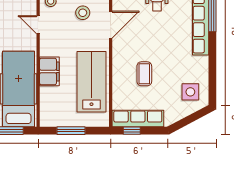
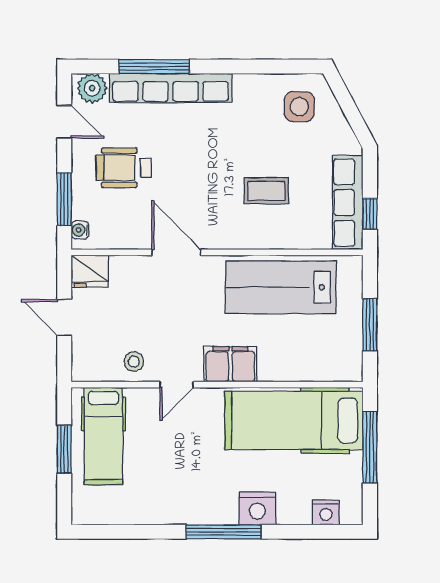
stool: (83, 13) -> (155, 303), removed
filing cabinet: (49, 71) -> (230, 364), moved

